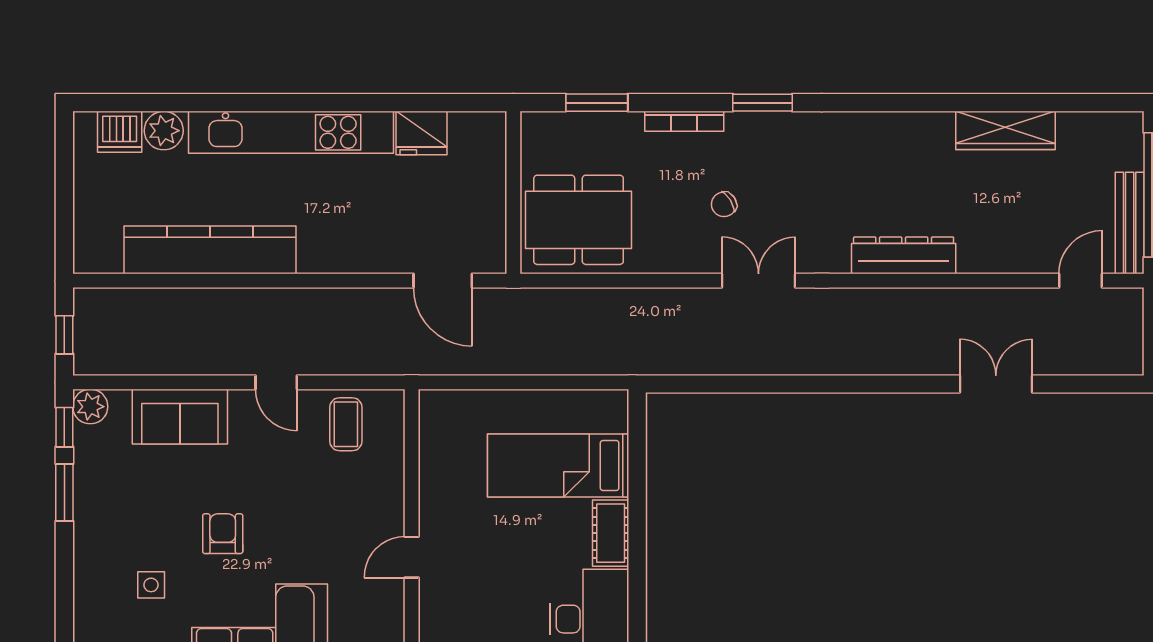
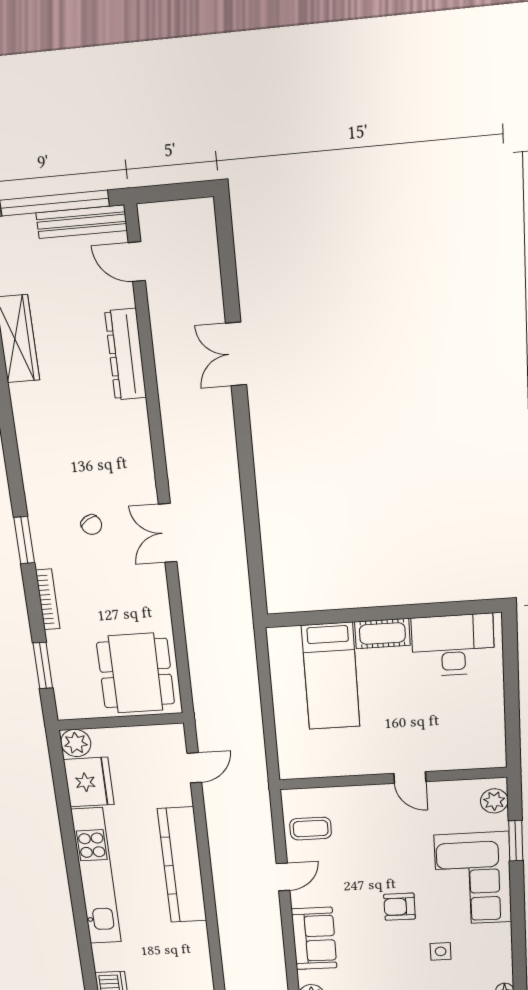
plant: (164, 131) -> (76, 743), moved
fridge: (421, 133) -> (89, 782), width x1.36, depth x1.34
chair: (724, 204) -> (91, 525), moved
kitchen counter: (210, 250) -> (182, 865), moved
dresser: (904, 255) -> (126, 355), moved
door: (443, 281) -> (194, 768), width x0.73
double door: (996, 384) -> (236, 354), moved

